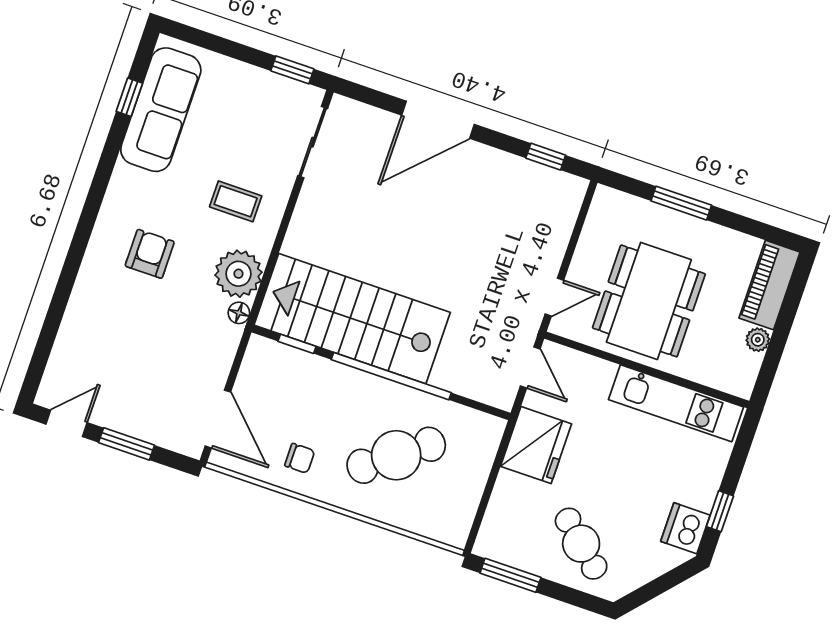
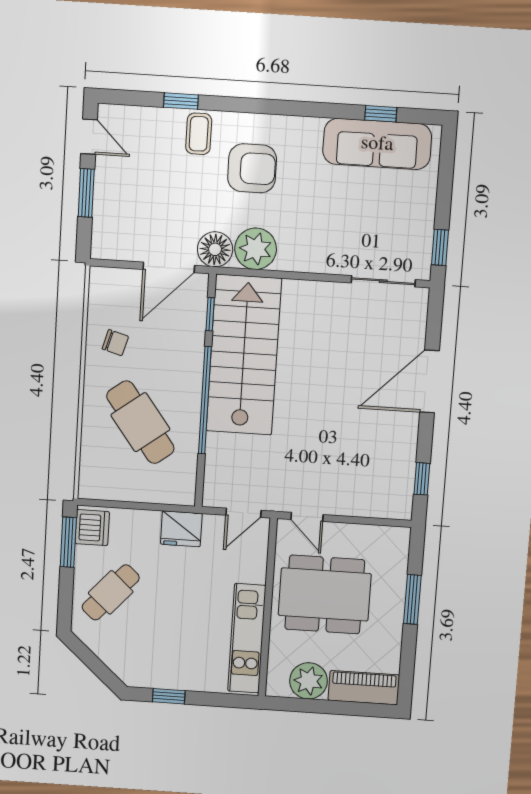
door: (438, 120) -> (429, 381), hinge flipped
coffee table: (236, 201) -> (199, 134), moved
armchair: (150, 254) -> (252, 168), width x1.38, depth x1.38
window: (56, 312) -> (181, 101), added
floor lamp: (239, 313) -> (215, 249), width x1.89, depth x1.89
plant: (758, 340) -> (309, 681), width x1.88, depth x1.88
door: (218, 419) -> (169, 267), moved
fridge: (536, 445) -> (181, 529), width x0.73, depth x0.75
chair: (300, 458) -> (115, 343), turned -74
dishwasher: (685, 528) -> (92, 528), moved, turned 90

